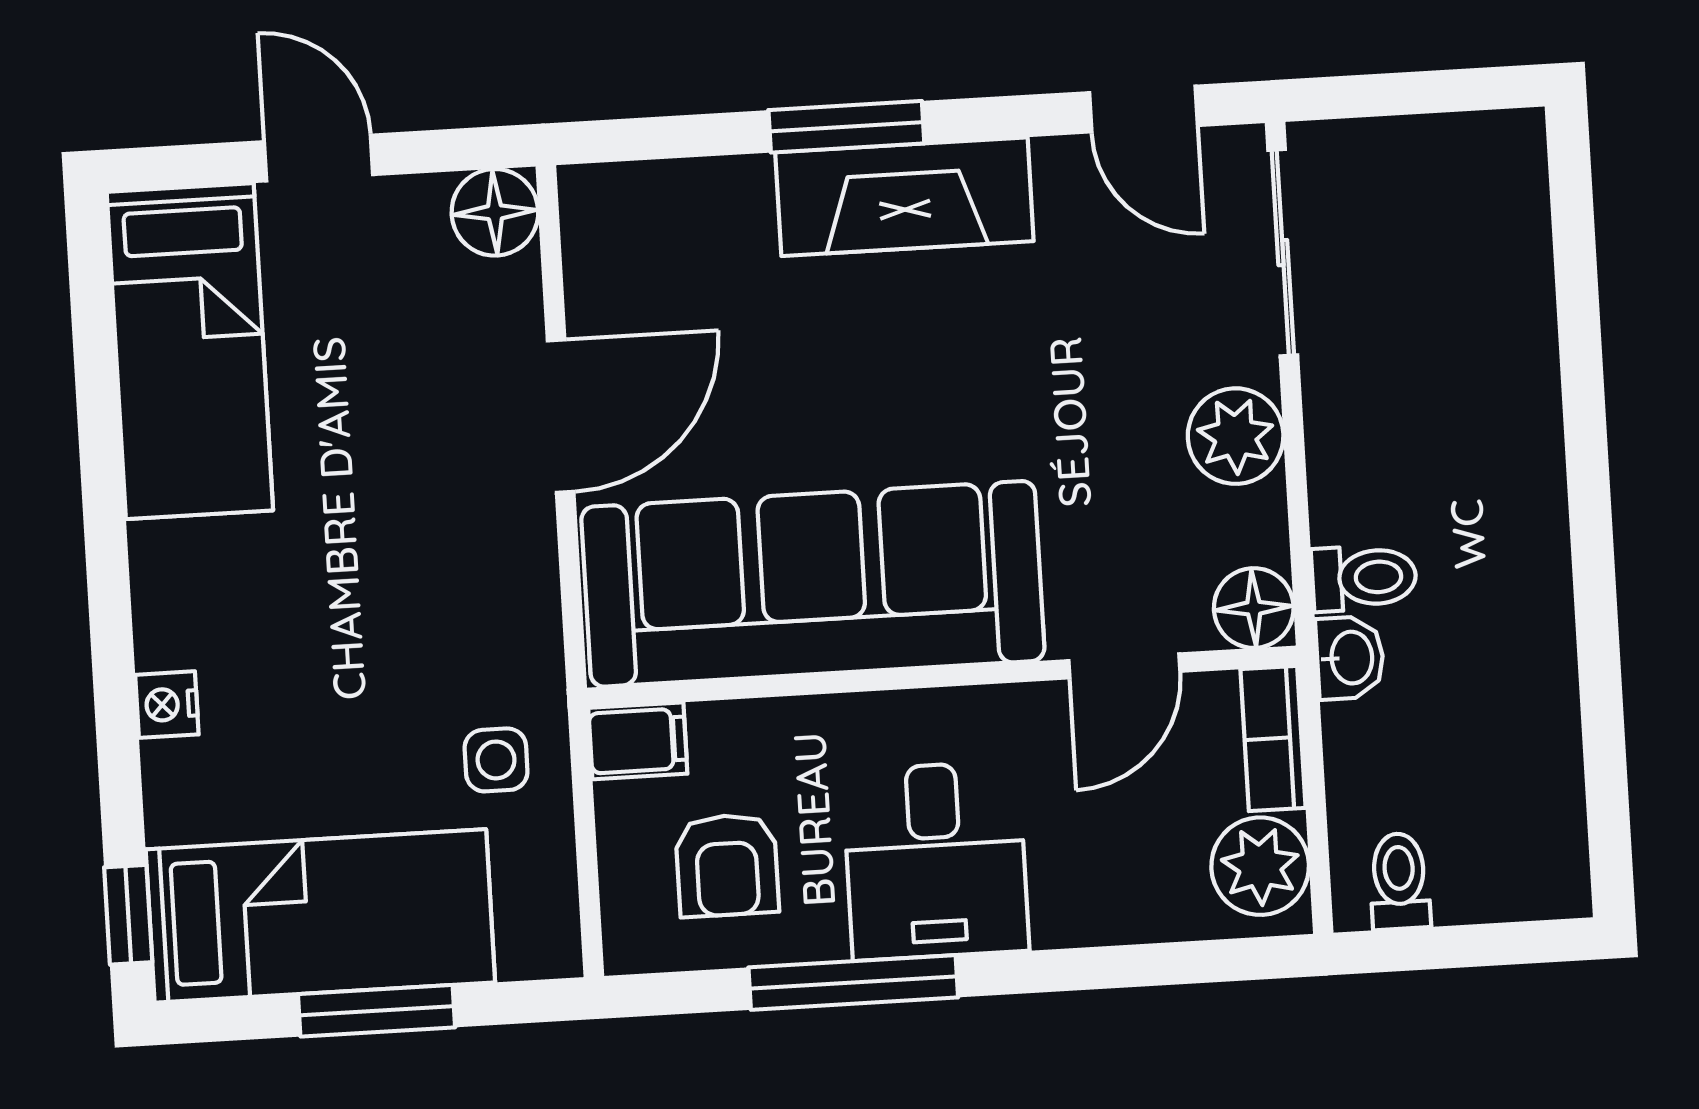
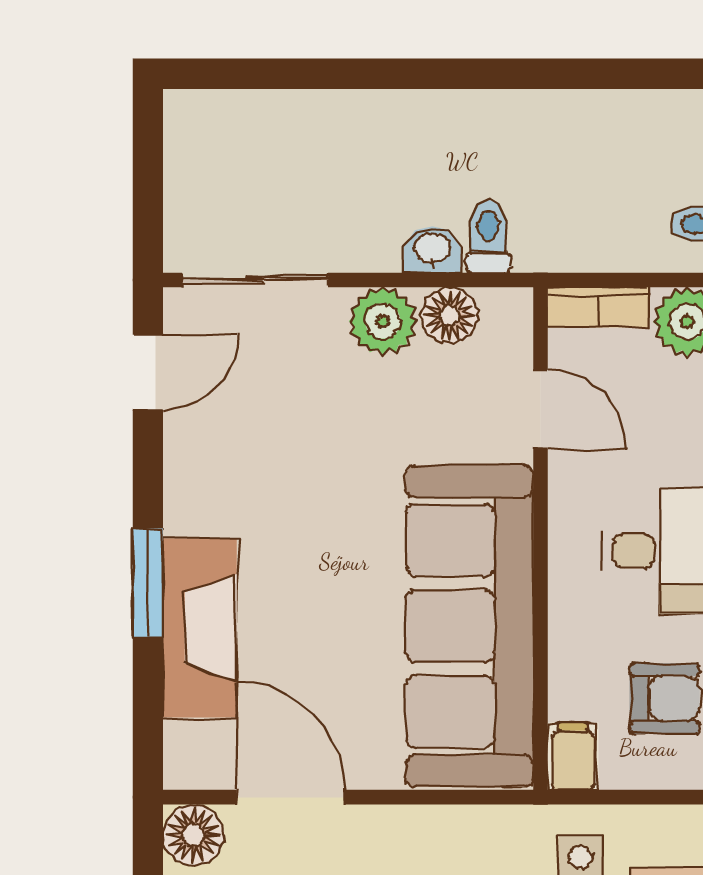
fireplace: (904, 197) -> (200, 628), moved
door: (561, 416) -> (290, 797), moved
floor lamp: (1254, 608) -> (450, 315), moved
washbasin: (1350, 658) -> (432, 250), moved

